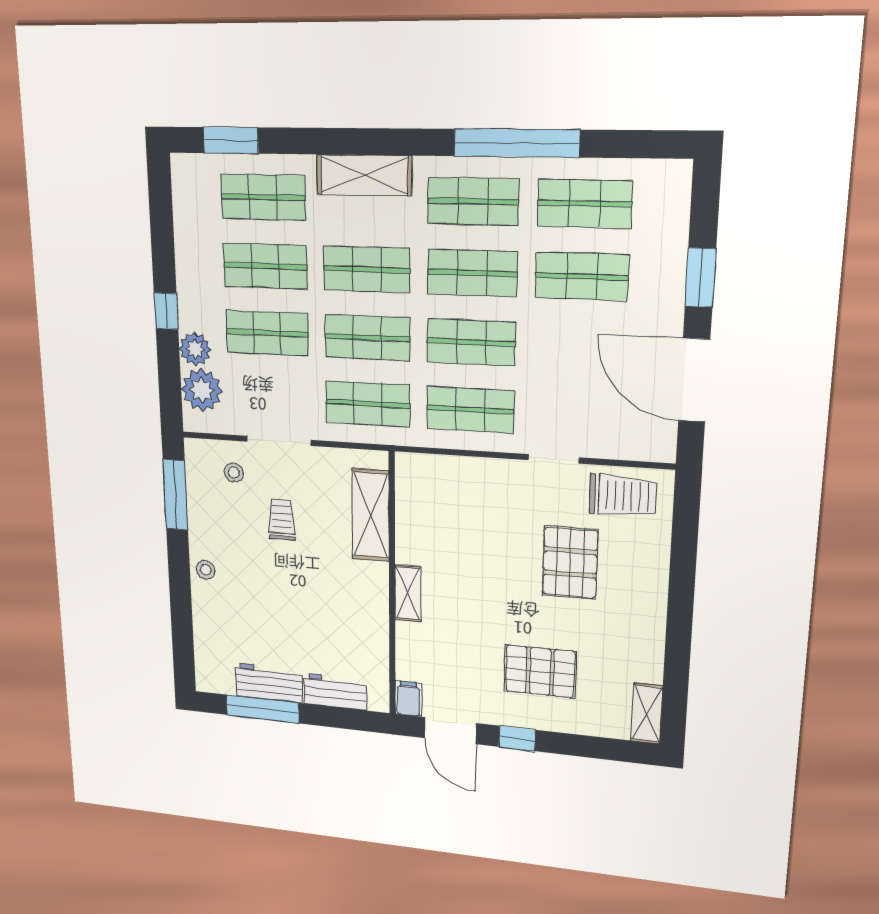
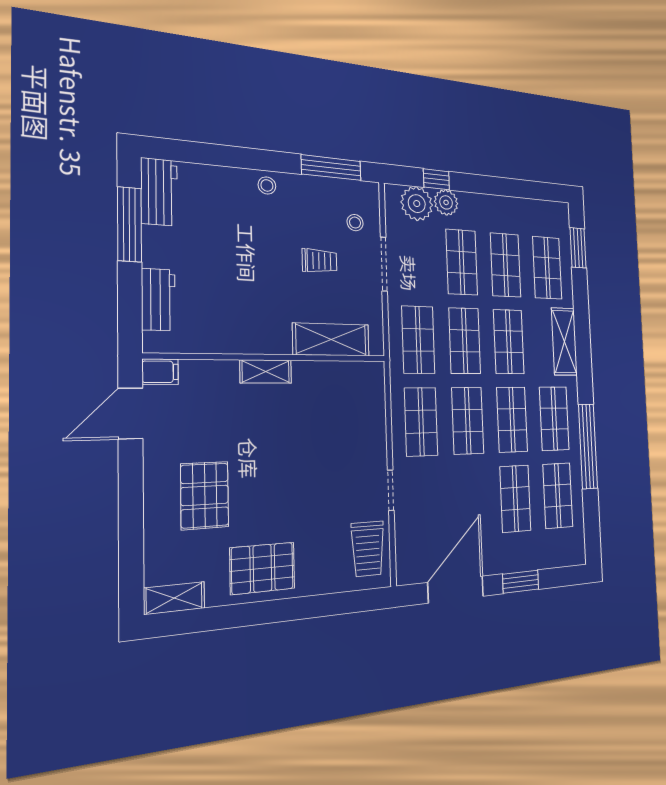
window: (166, 311) -> (436, 179), moved
pallet: (570, 563) -> (262, 568), moved
workbench: (269, 683) -> (159, 192), moved
window: (517, 738) -> (131, 479), removed

